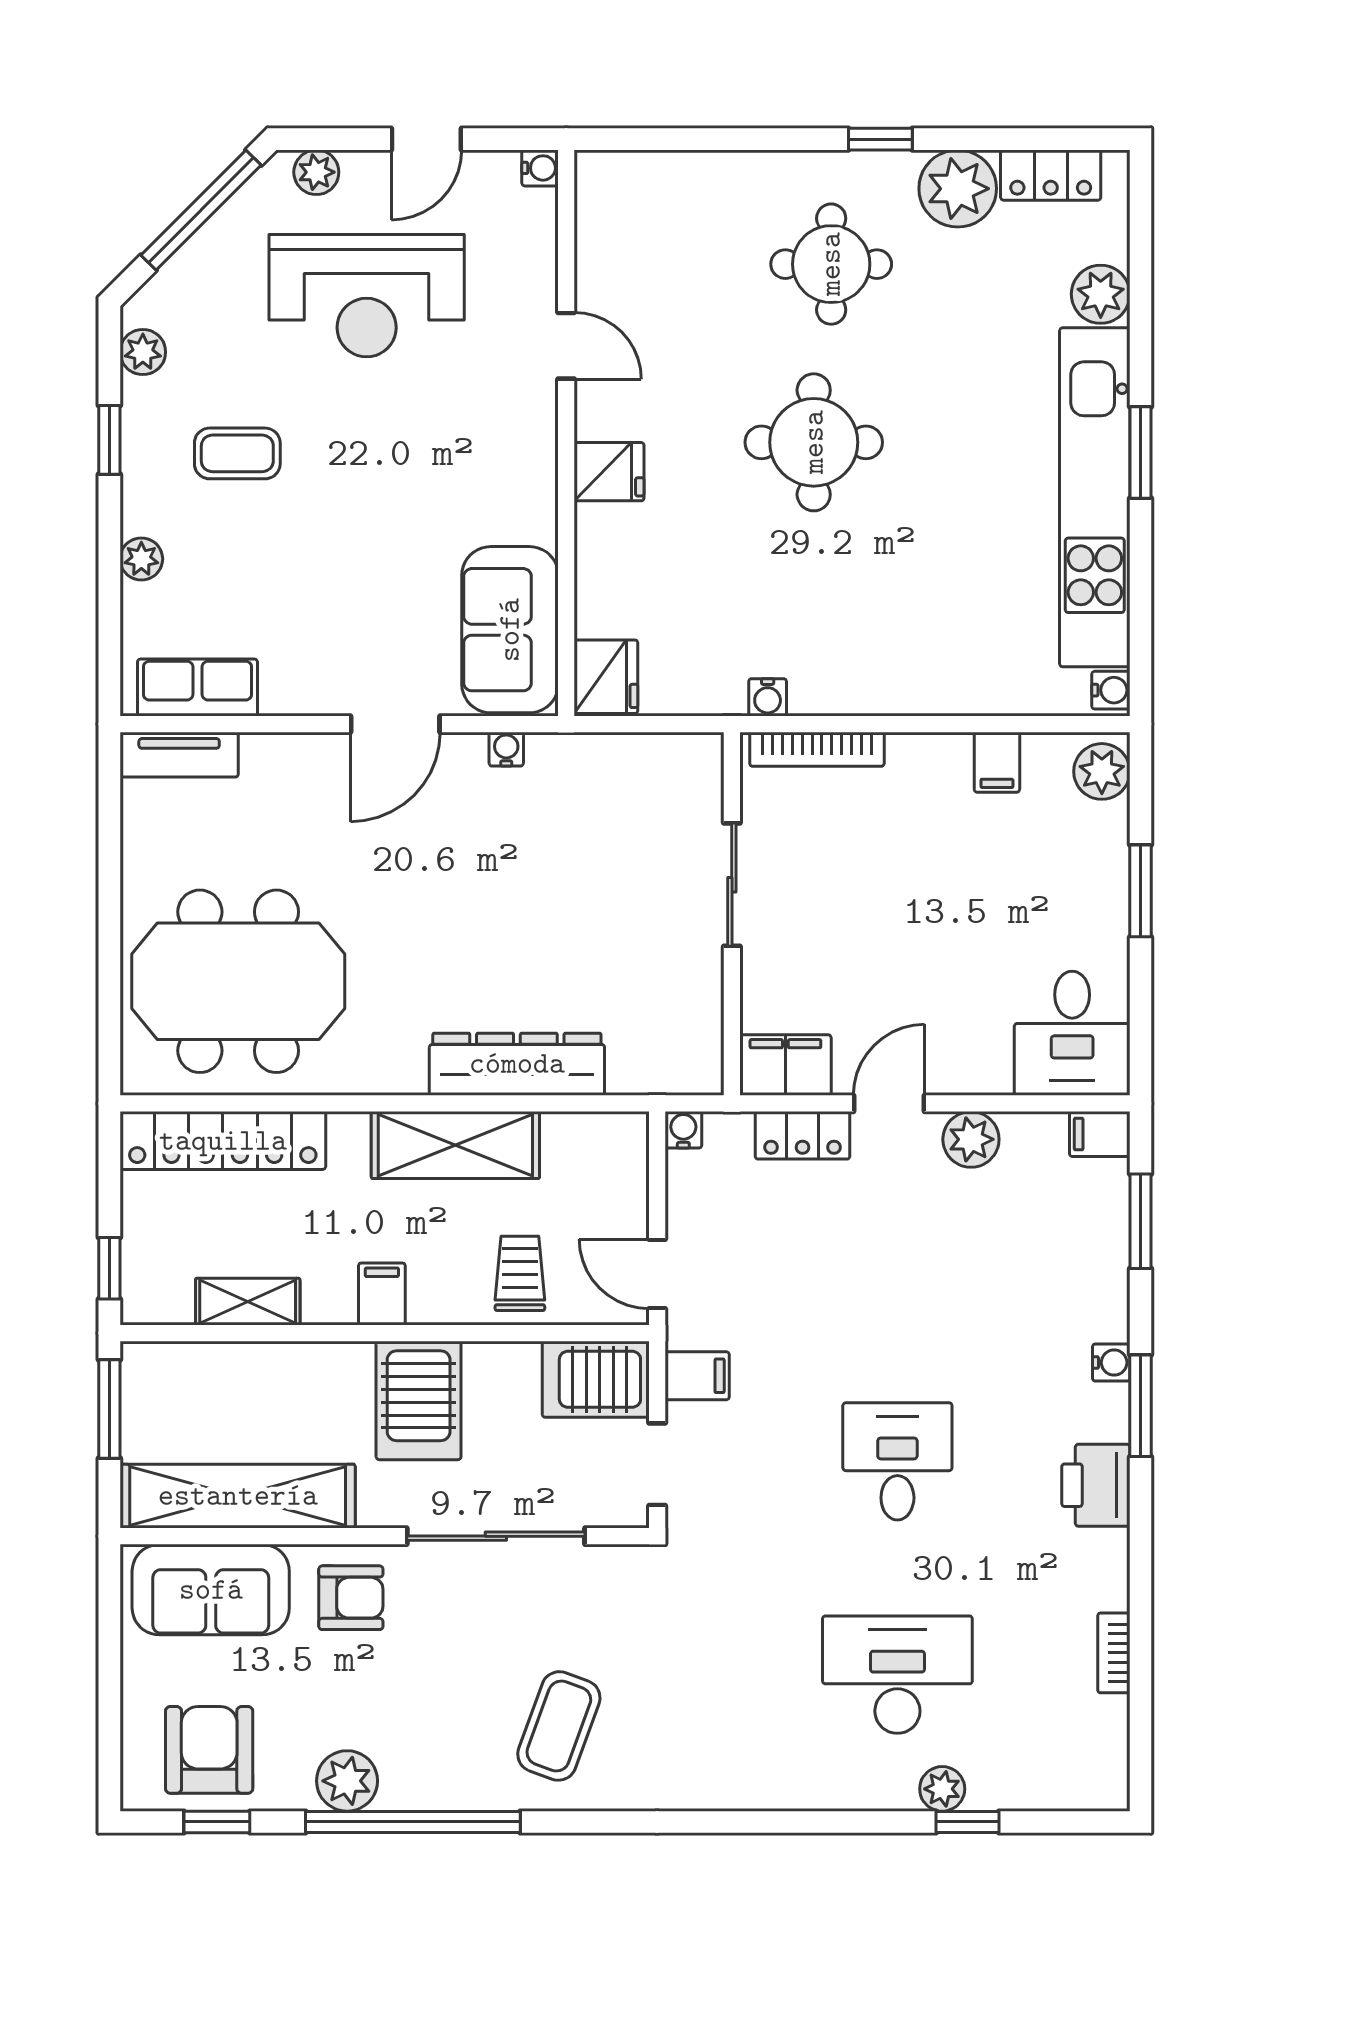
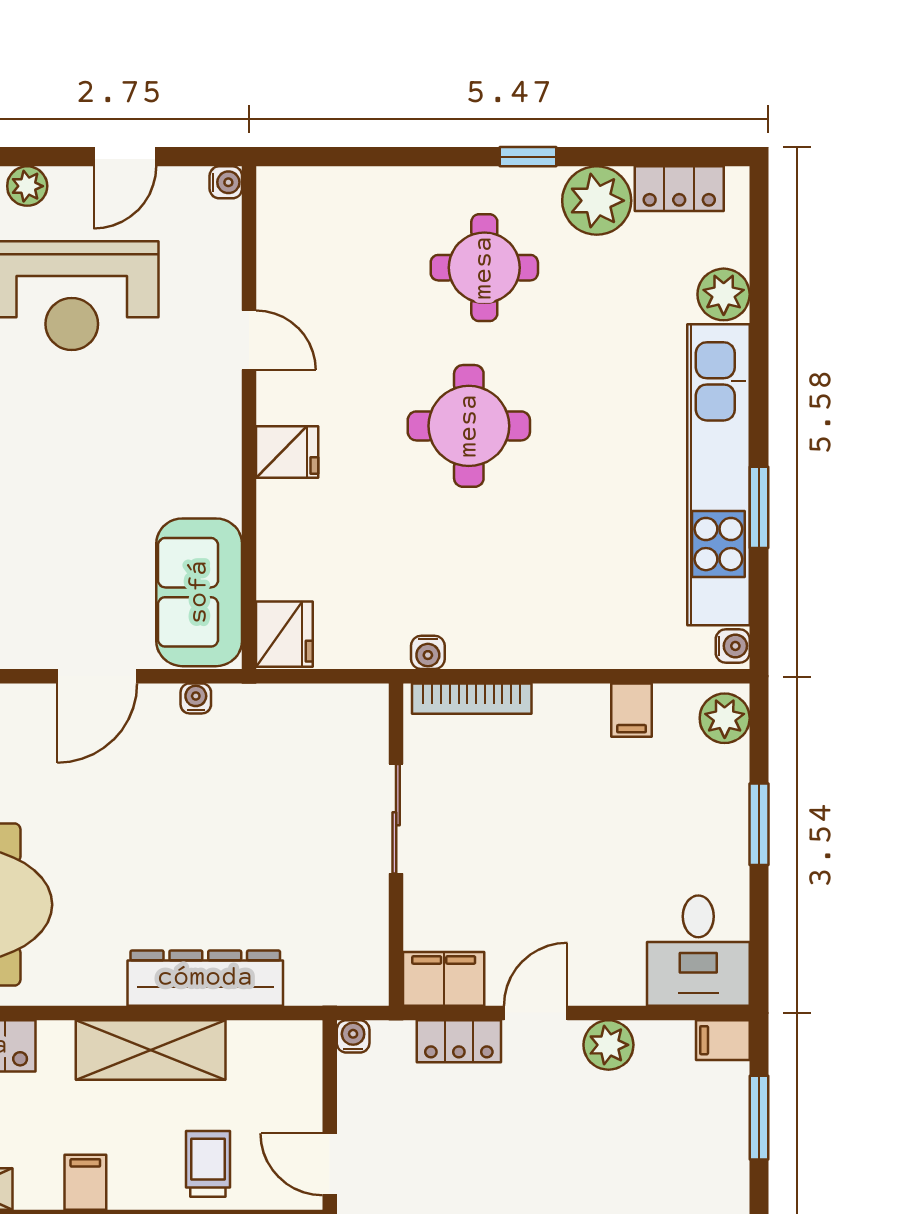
window: (1141, 452) -> (759, 507), moved

